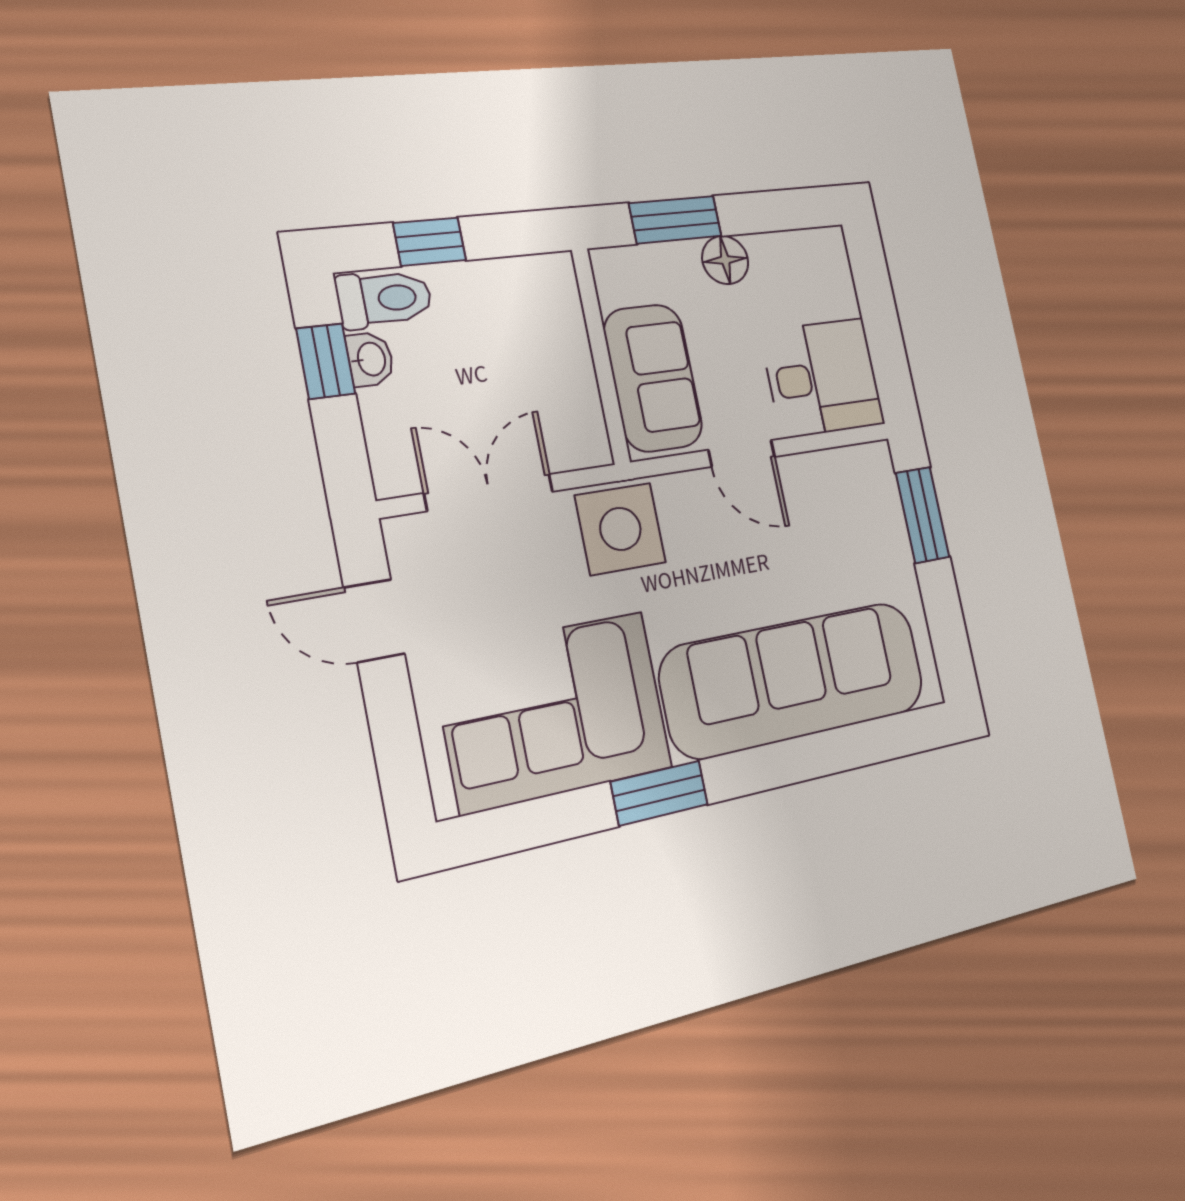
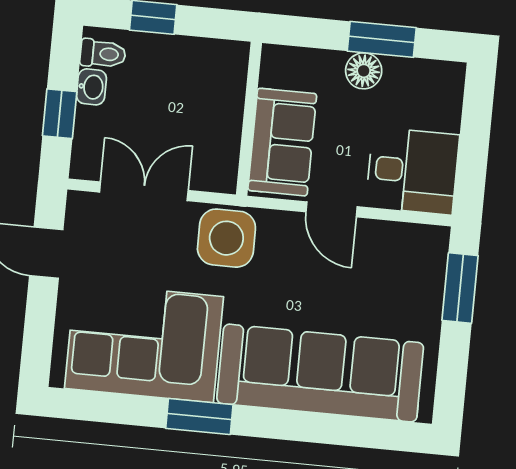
window: (675, 220) -> (382, 39), moved
toilet: (384, 299) -> (103, 54), width x0.73, depth x0.72
window: (326, 361) -> (60, 114), moved

